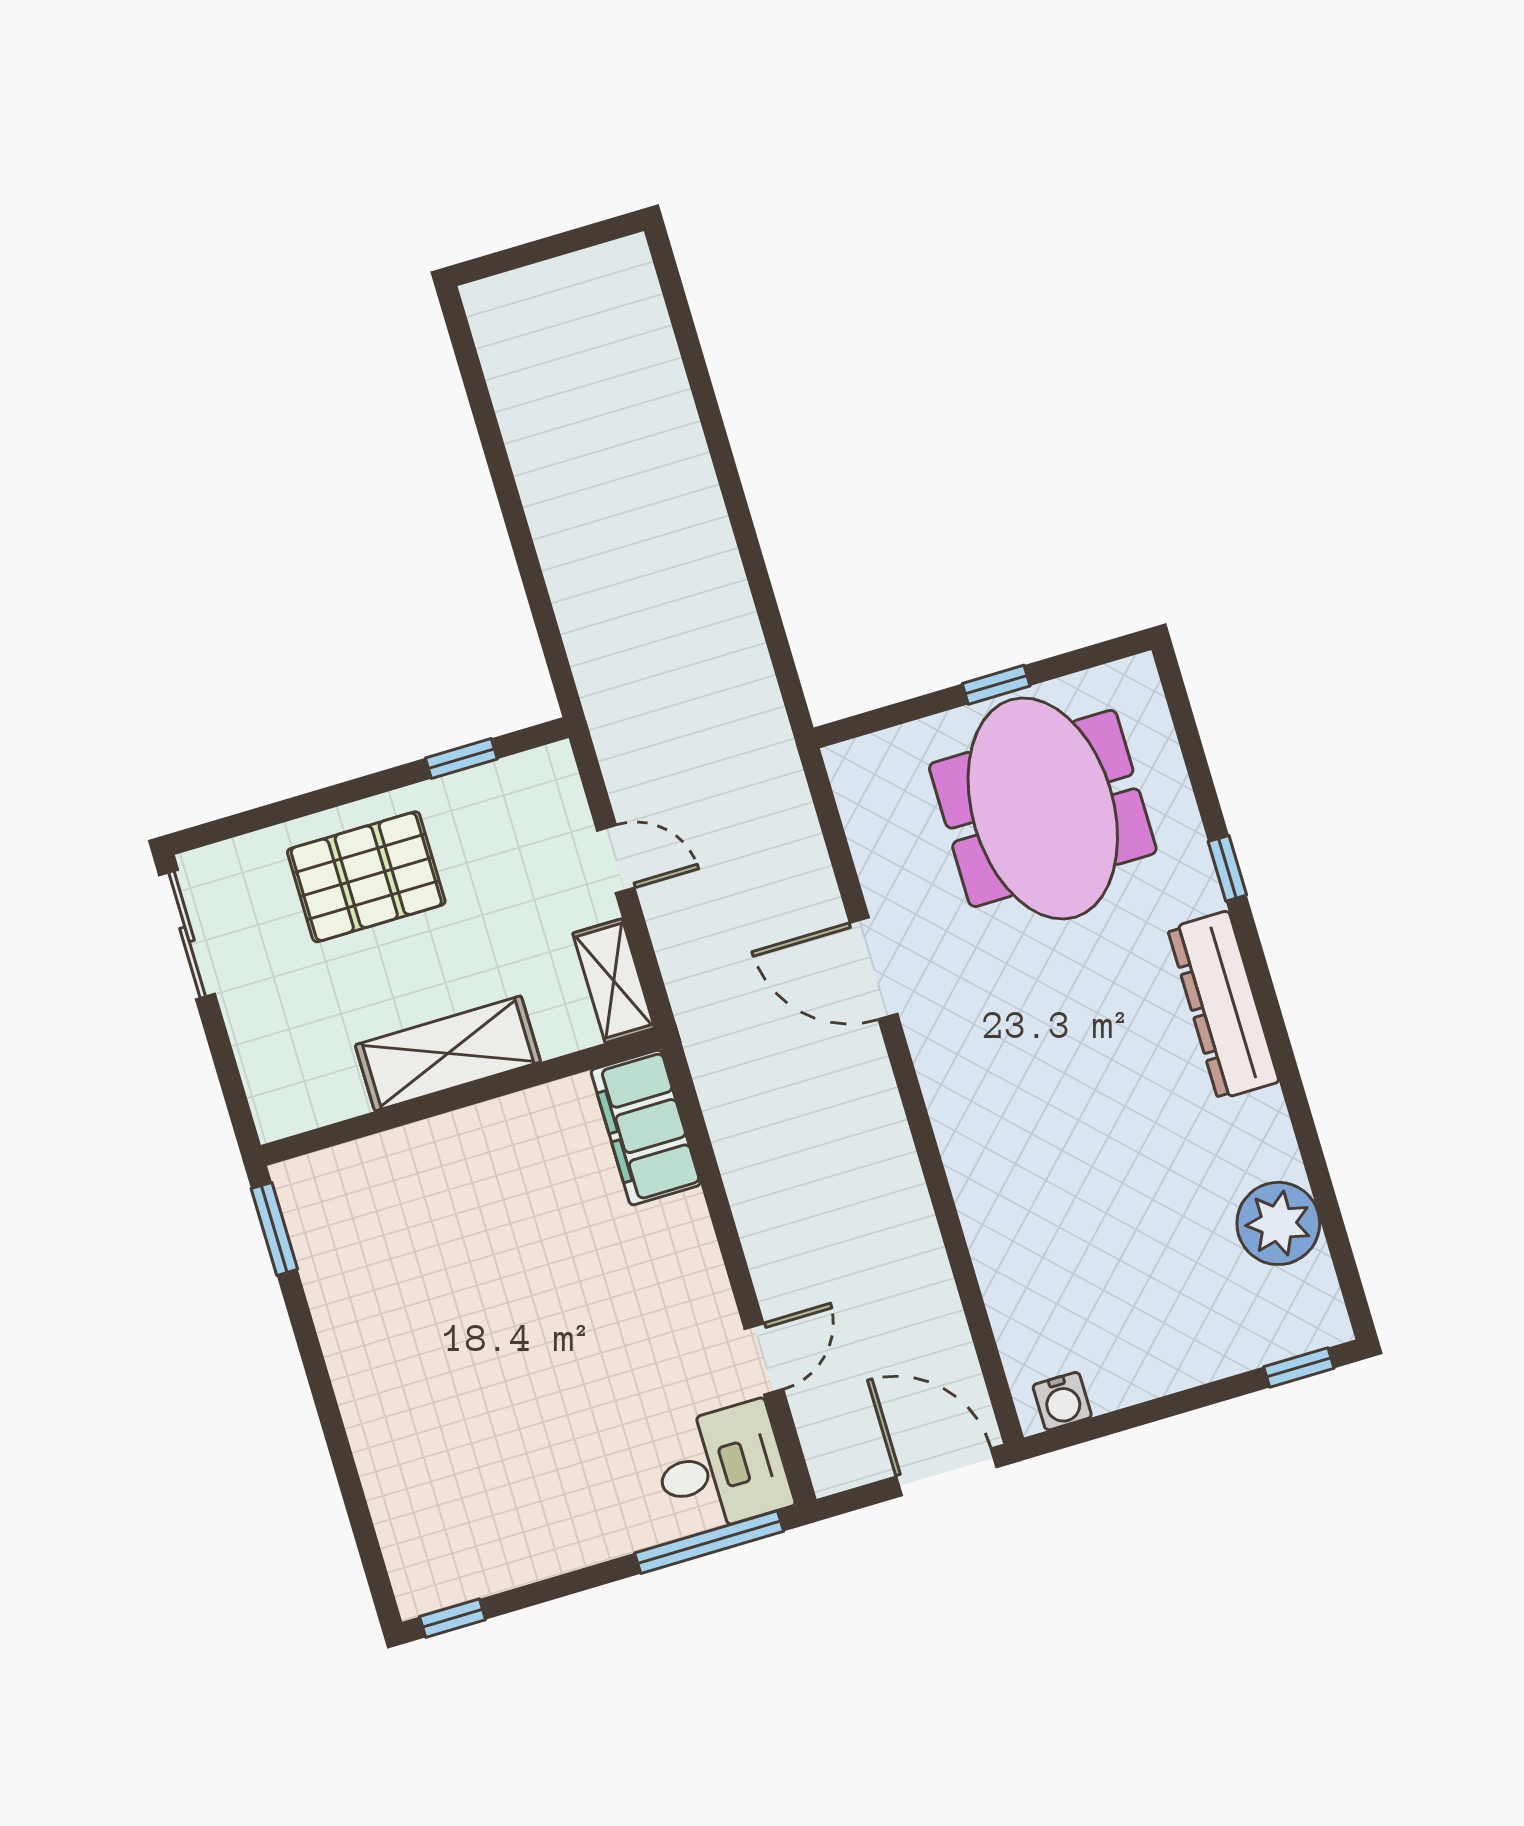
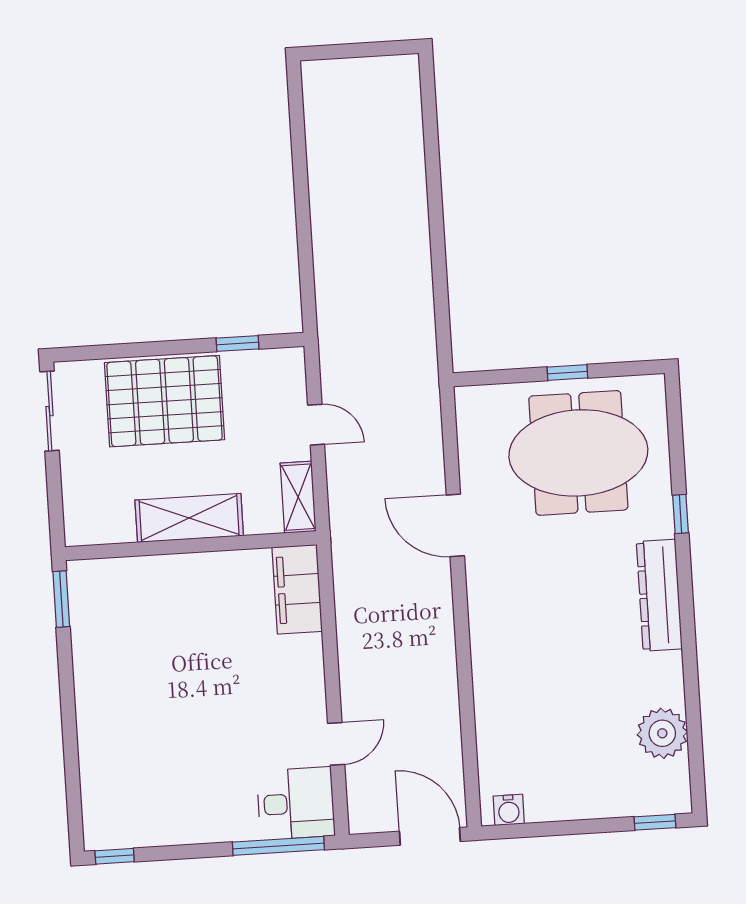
meeting table: (1043, 808) -> (578, 453), turned 90
pallet: (366, 877) -> (164, 401), width x1.37, depth x1.41

